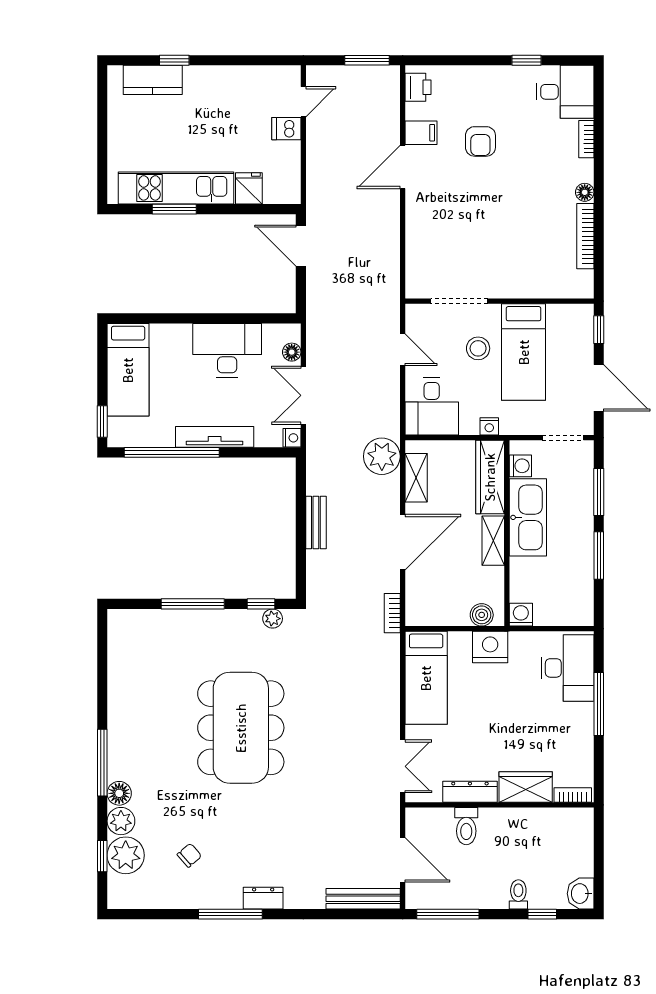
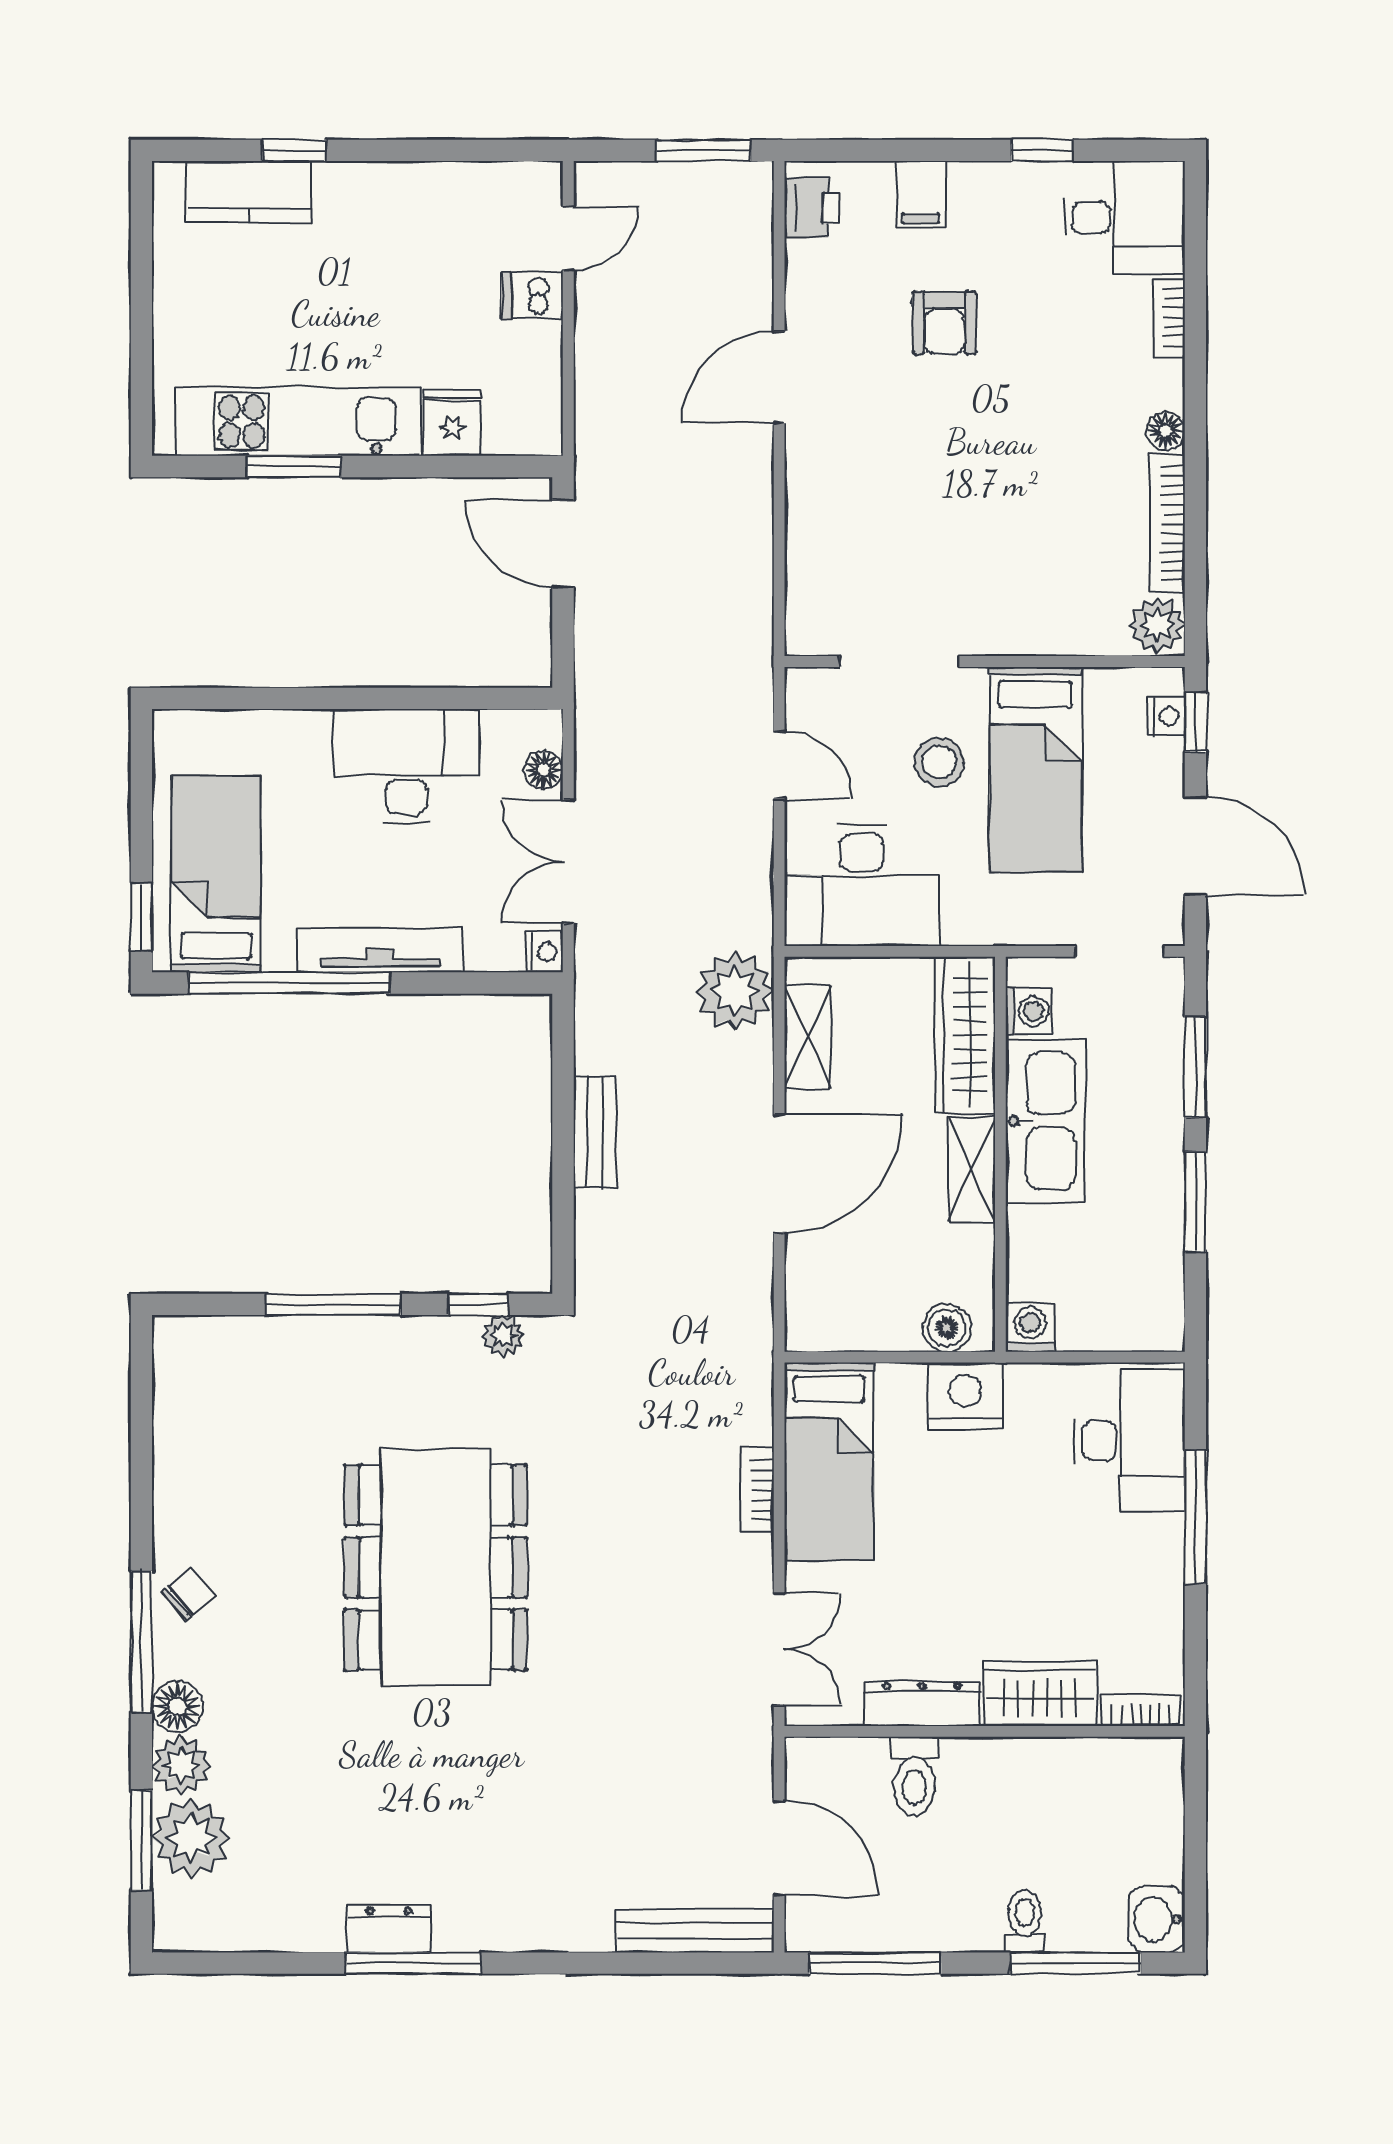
filing cabinet: (421, 133) -> (921, 195), moved, turned 90
plant: (581, 284) -> (1157, 625), added
bed: (128, 370) -> (216, 874), moved, turned 180
desk: (432, 406) -> (862, 885), width x1.37
nightstand: (489, 426) -> (1166, 717), moved, turned -90
bookcase: (392, 613) -> (757, 1490), moved
chair: (189, 855) -> (188, 1594), moved
window: (102, 856) -> (141, 1840), width x1.50
dresser: (263, 898) -> (389, 1929), moved
window: (542, 914) -> (1076, 1963), width x2.17

